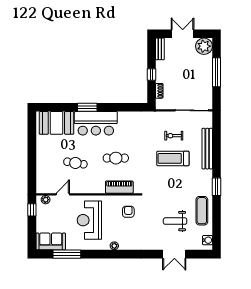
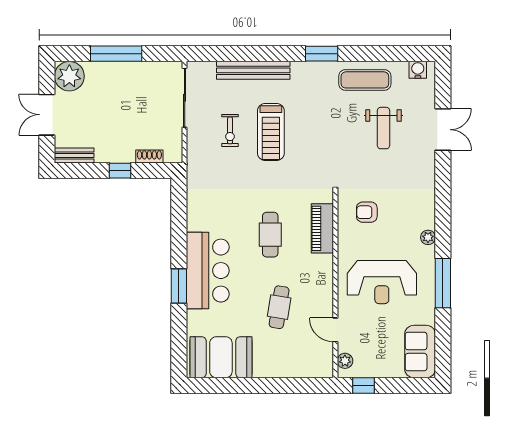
booth: (56, 123) -> (221, 357), moved, turned 90
window: (67, 254) -> (443, 283), moved

